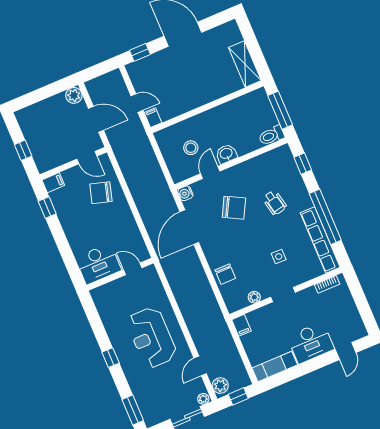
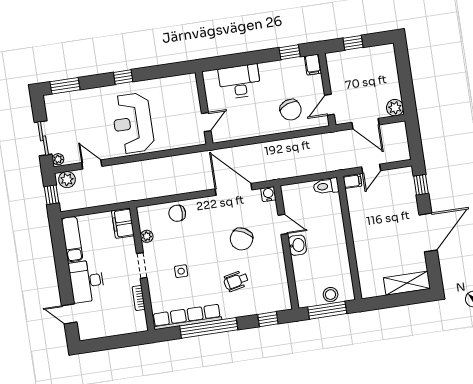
shelving: (245, 64) -> (407, 283), moved
door: (96, 119) -> (365, 124), hinge flipped
toilet: (272, 135) -> (326, 186), moved, turned -90
stool: (191, 148) -> (331, 295), moved
chair: (101, 193) -> (291, 110), turned 144
desk: (98, 264) -> (240, 82), moved, turned 90
bookcase: (327, 284) -> (139, 298), moved
filing cabinet: (241, 325) -> (123, 223), width x2.00
reception desk: (152, 337) -> (133, 123), turned -90

